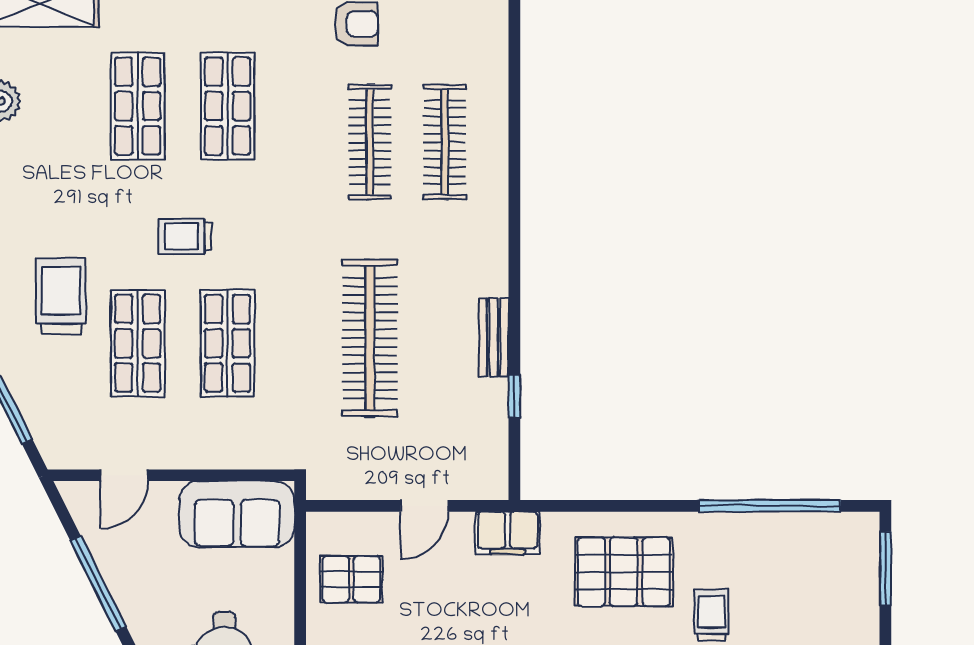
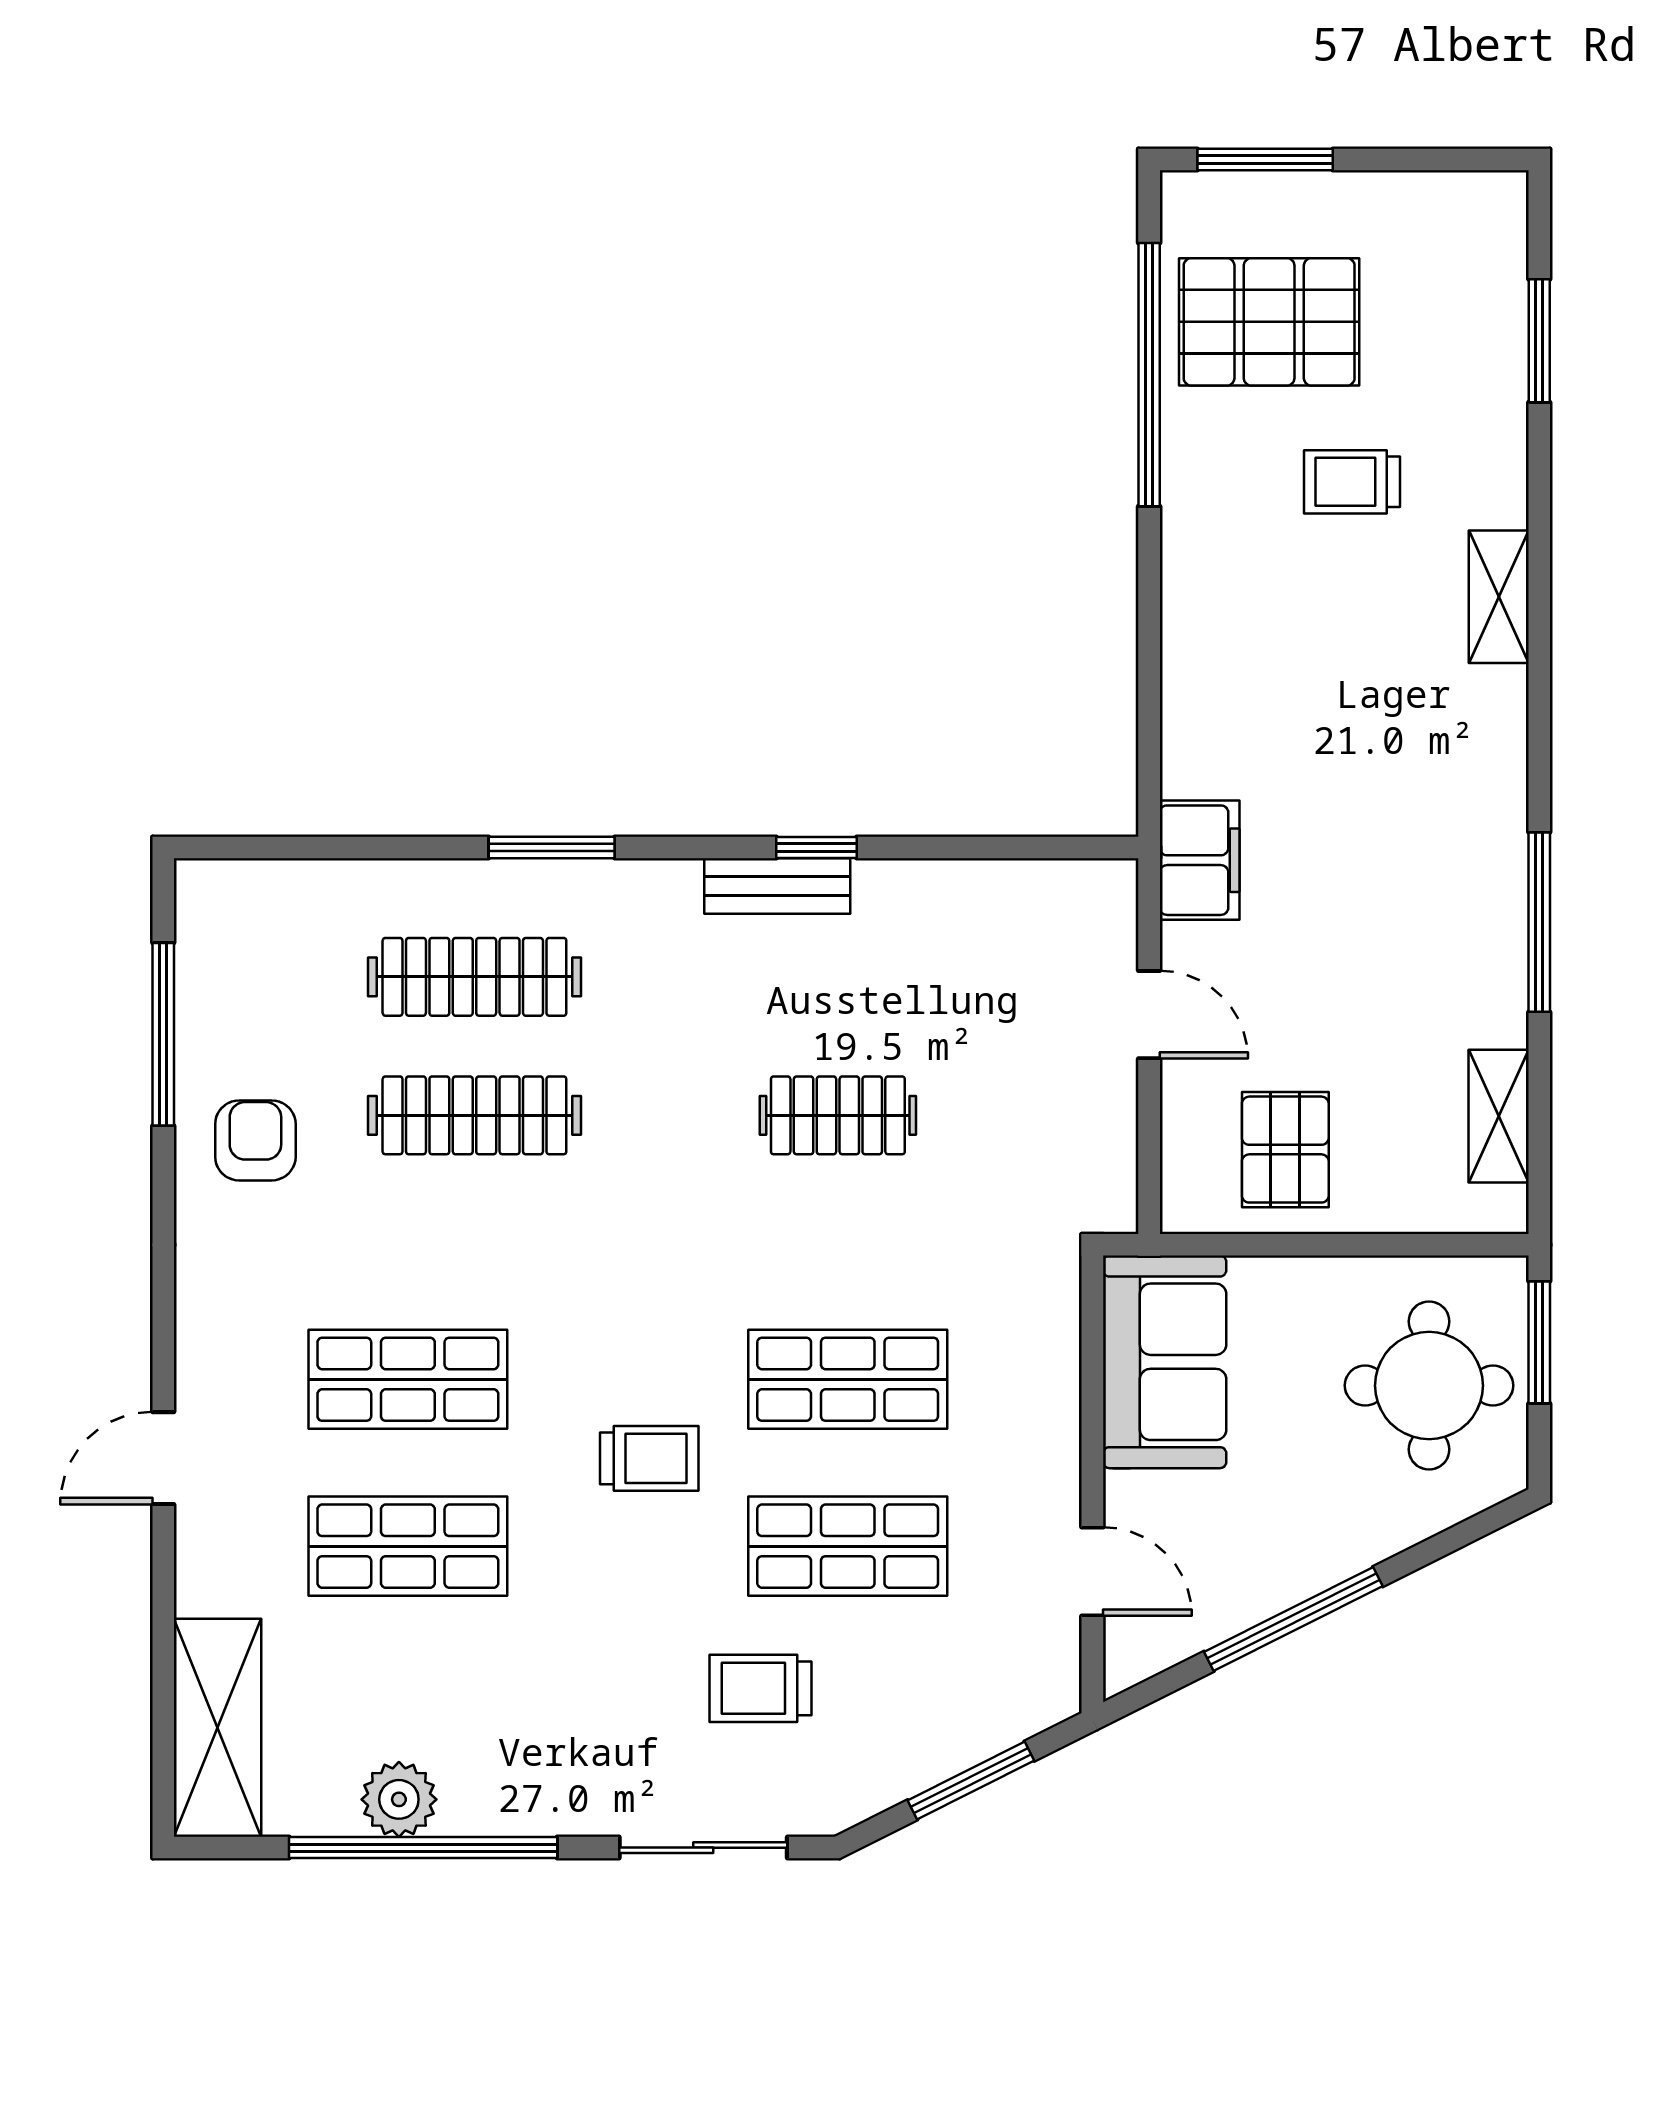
window: (514, 184) -> (552, 847), added
trolley: (185, 236) -> (649, 1458), turned -90
trolley: (61, 296) -> (761, 1688), width x0.73, depth x0.72
bench: (494, 337) -> (777, 886), moved
clothes rail: (370, 338) -> (838, 1115), width x0.54, depth x0.76
window: (514, 396) -> (817, 847), moved
pallet: (624, 572) -> (1269, 322), moved, turned 90

